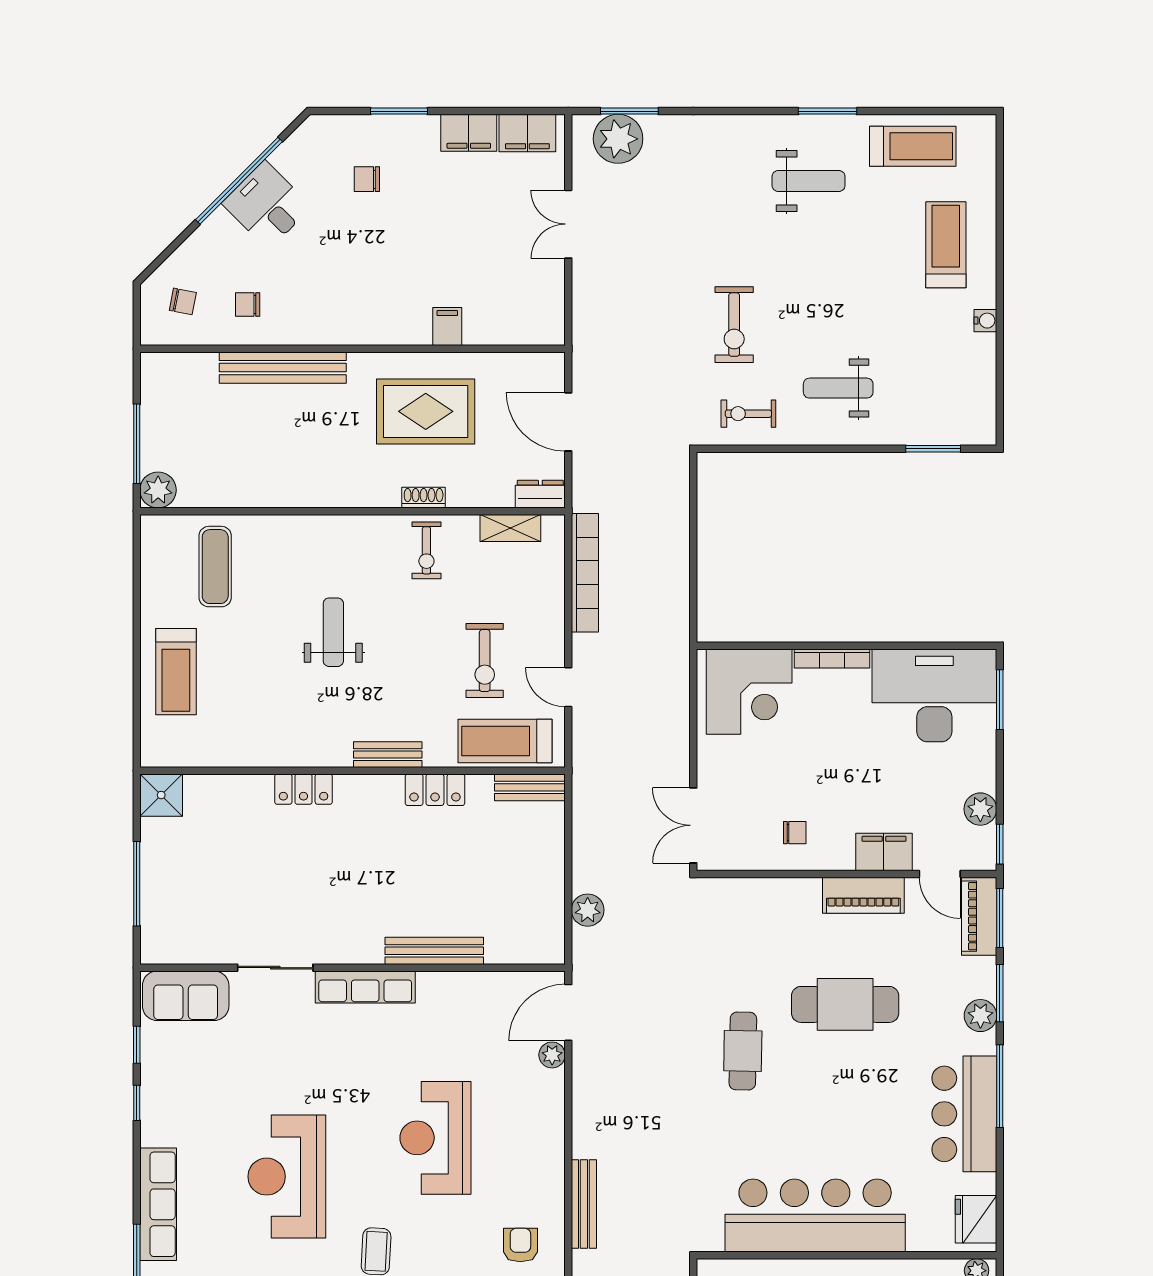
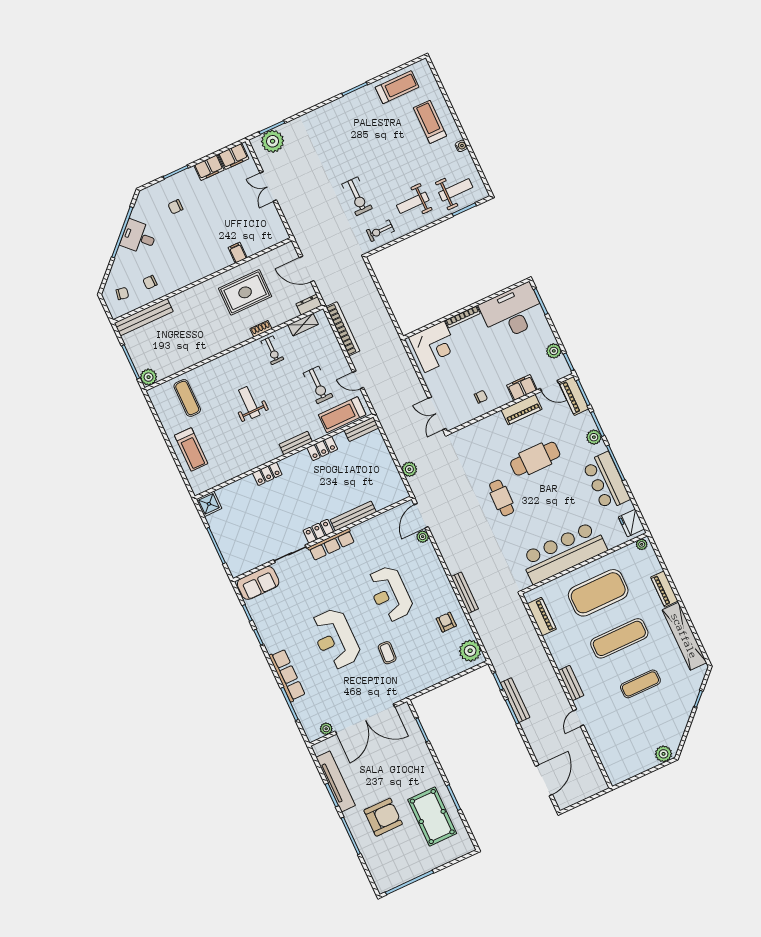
weight bench: (809, 181) -> (456, 190), moved
bench: (283, 368) -> (144, 317), moved
locker: (351, 949) -> (318, 531), added

